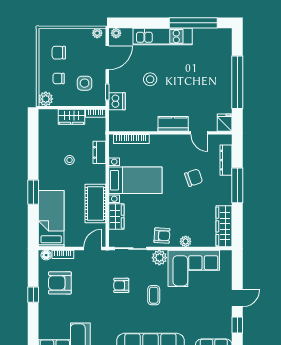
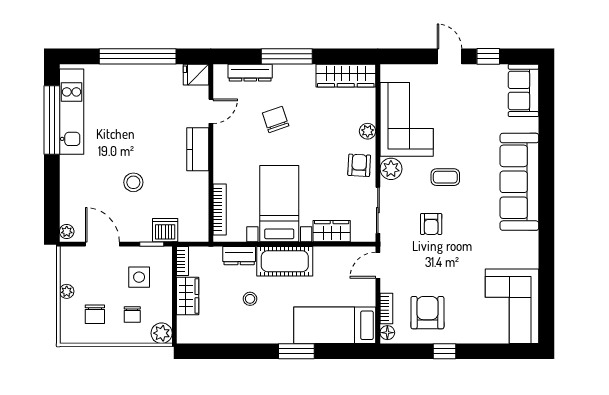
plant: (97, 33) -> (67, 291), moved
kitchen unit: (163, 36) -> (72, 112), moved
cot: (95, 203) -> (285, 261), moved
door: (93, 249) -> (378, 265), hinge flipped
armchair: (60, 283) -> (427, 313), turned 180

